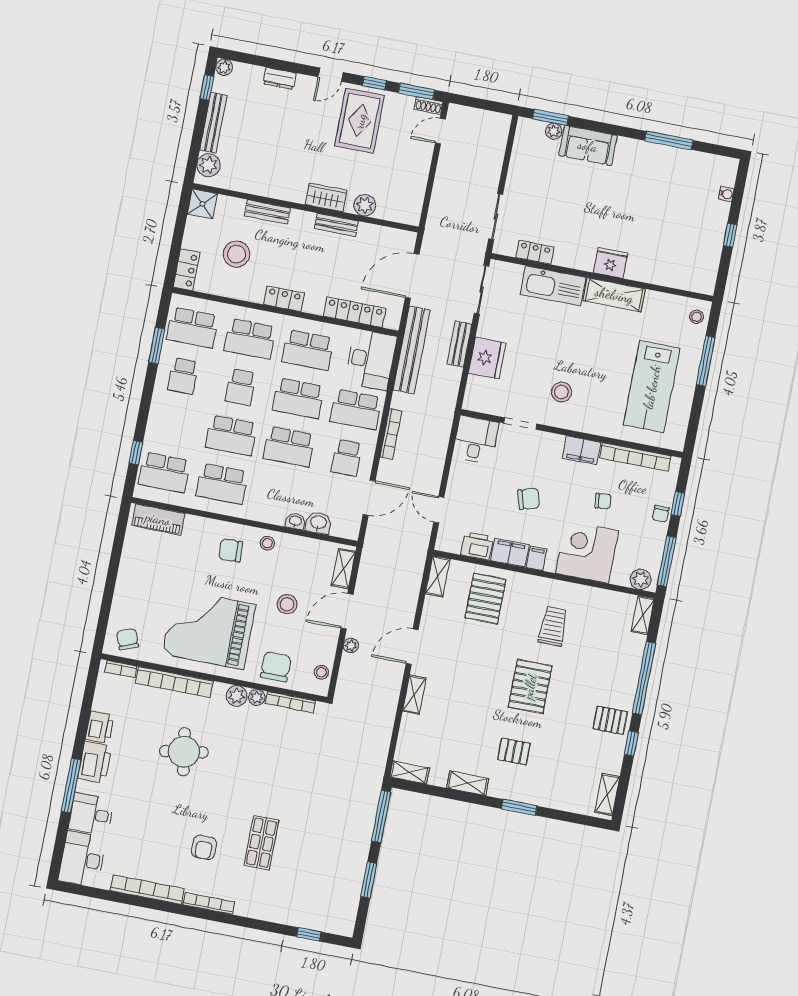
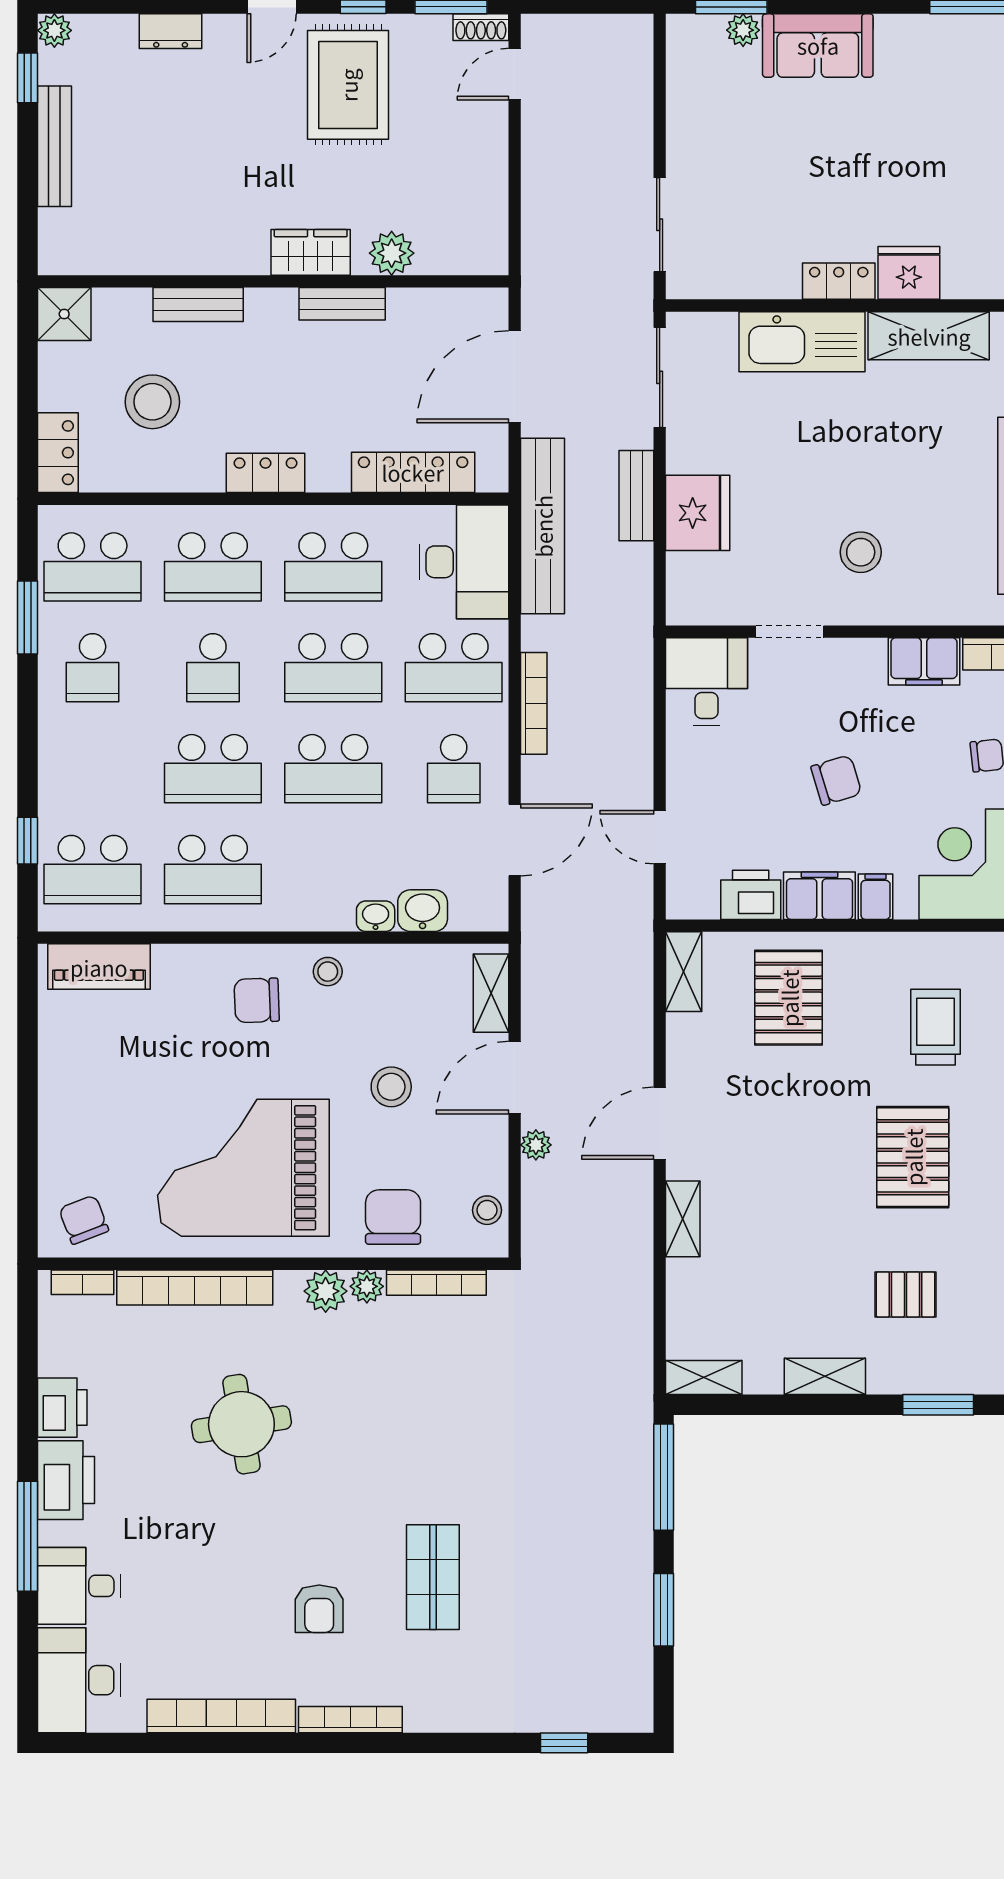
plant: (208, 165) -> (61, 233), removed
locker: (535, 252) -> (839, 281), moved

